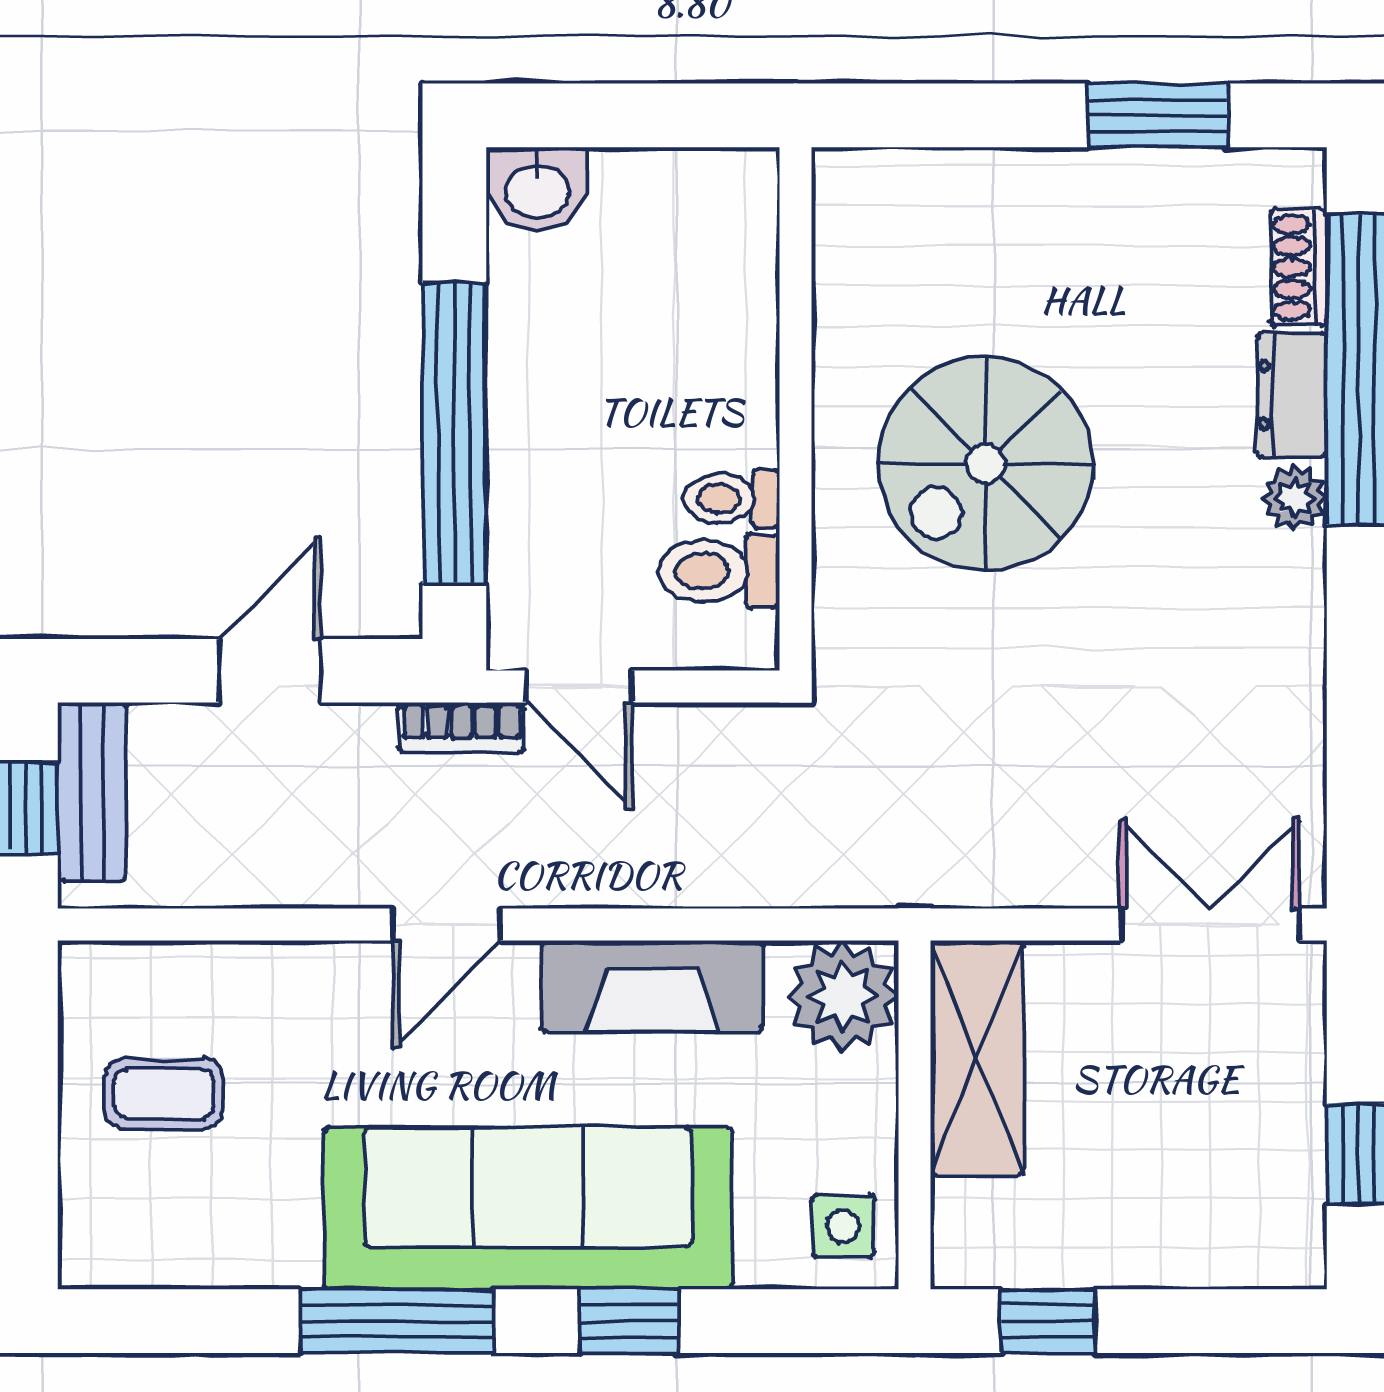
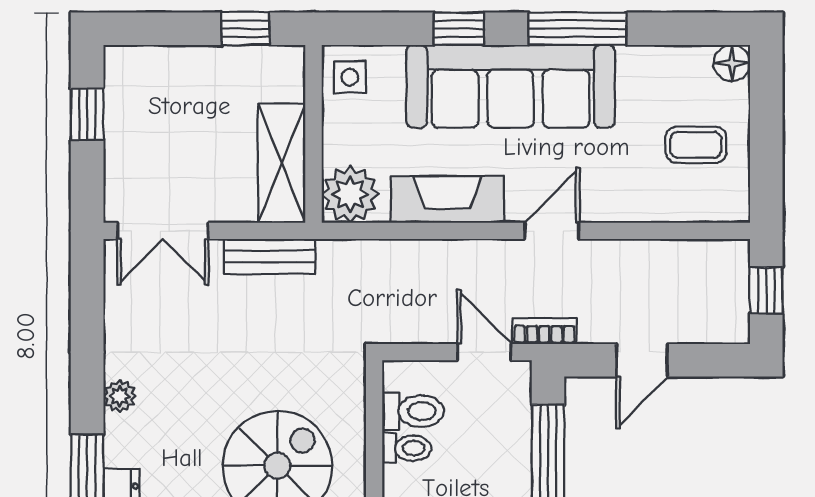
plant: (1295, 498) -> (120, 396), moved
bench: (92, 792) -> (270, 256), moved, turned 90
floor lamp: (93, 1254) -> (732, 63), added

